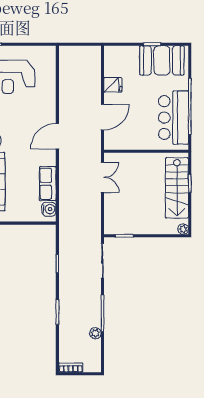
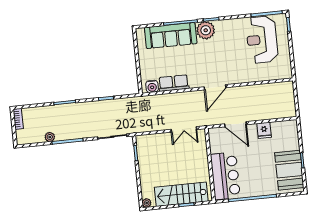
bar counter: (173, 118) -> (225, 176), moved, turned 90
door: (57, 136) -> (215, 87), swing flipped

